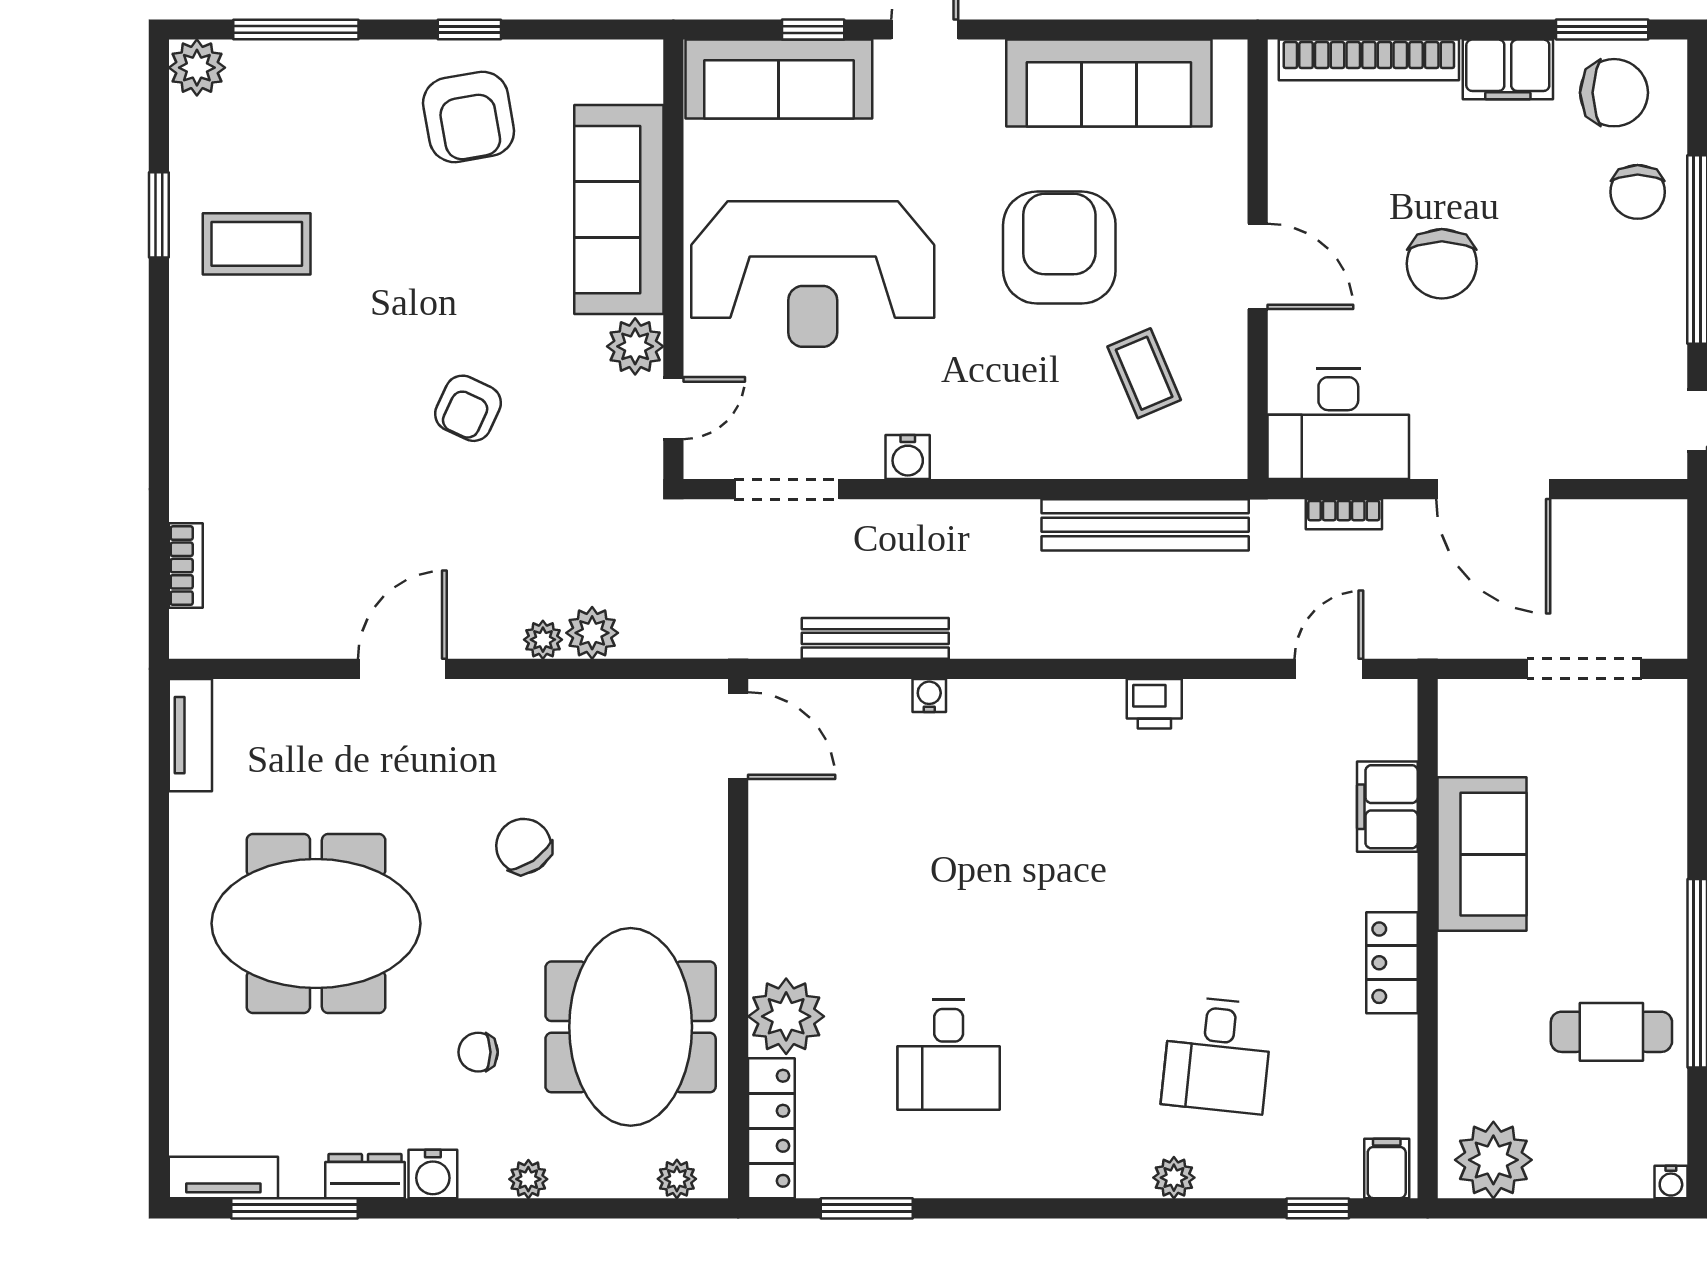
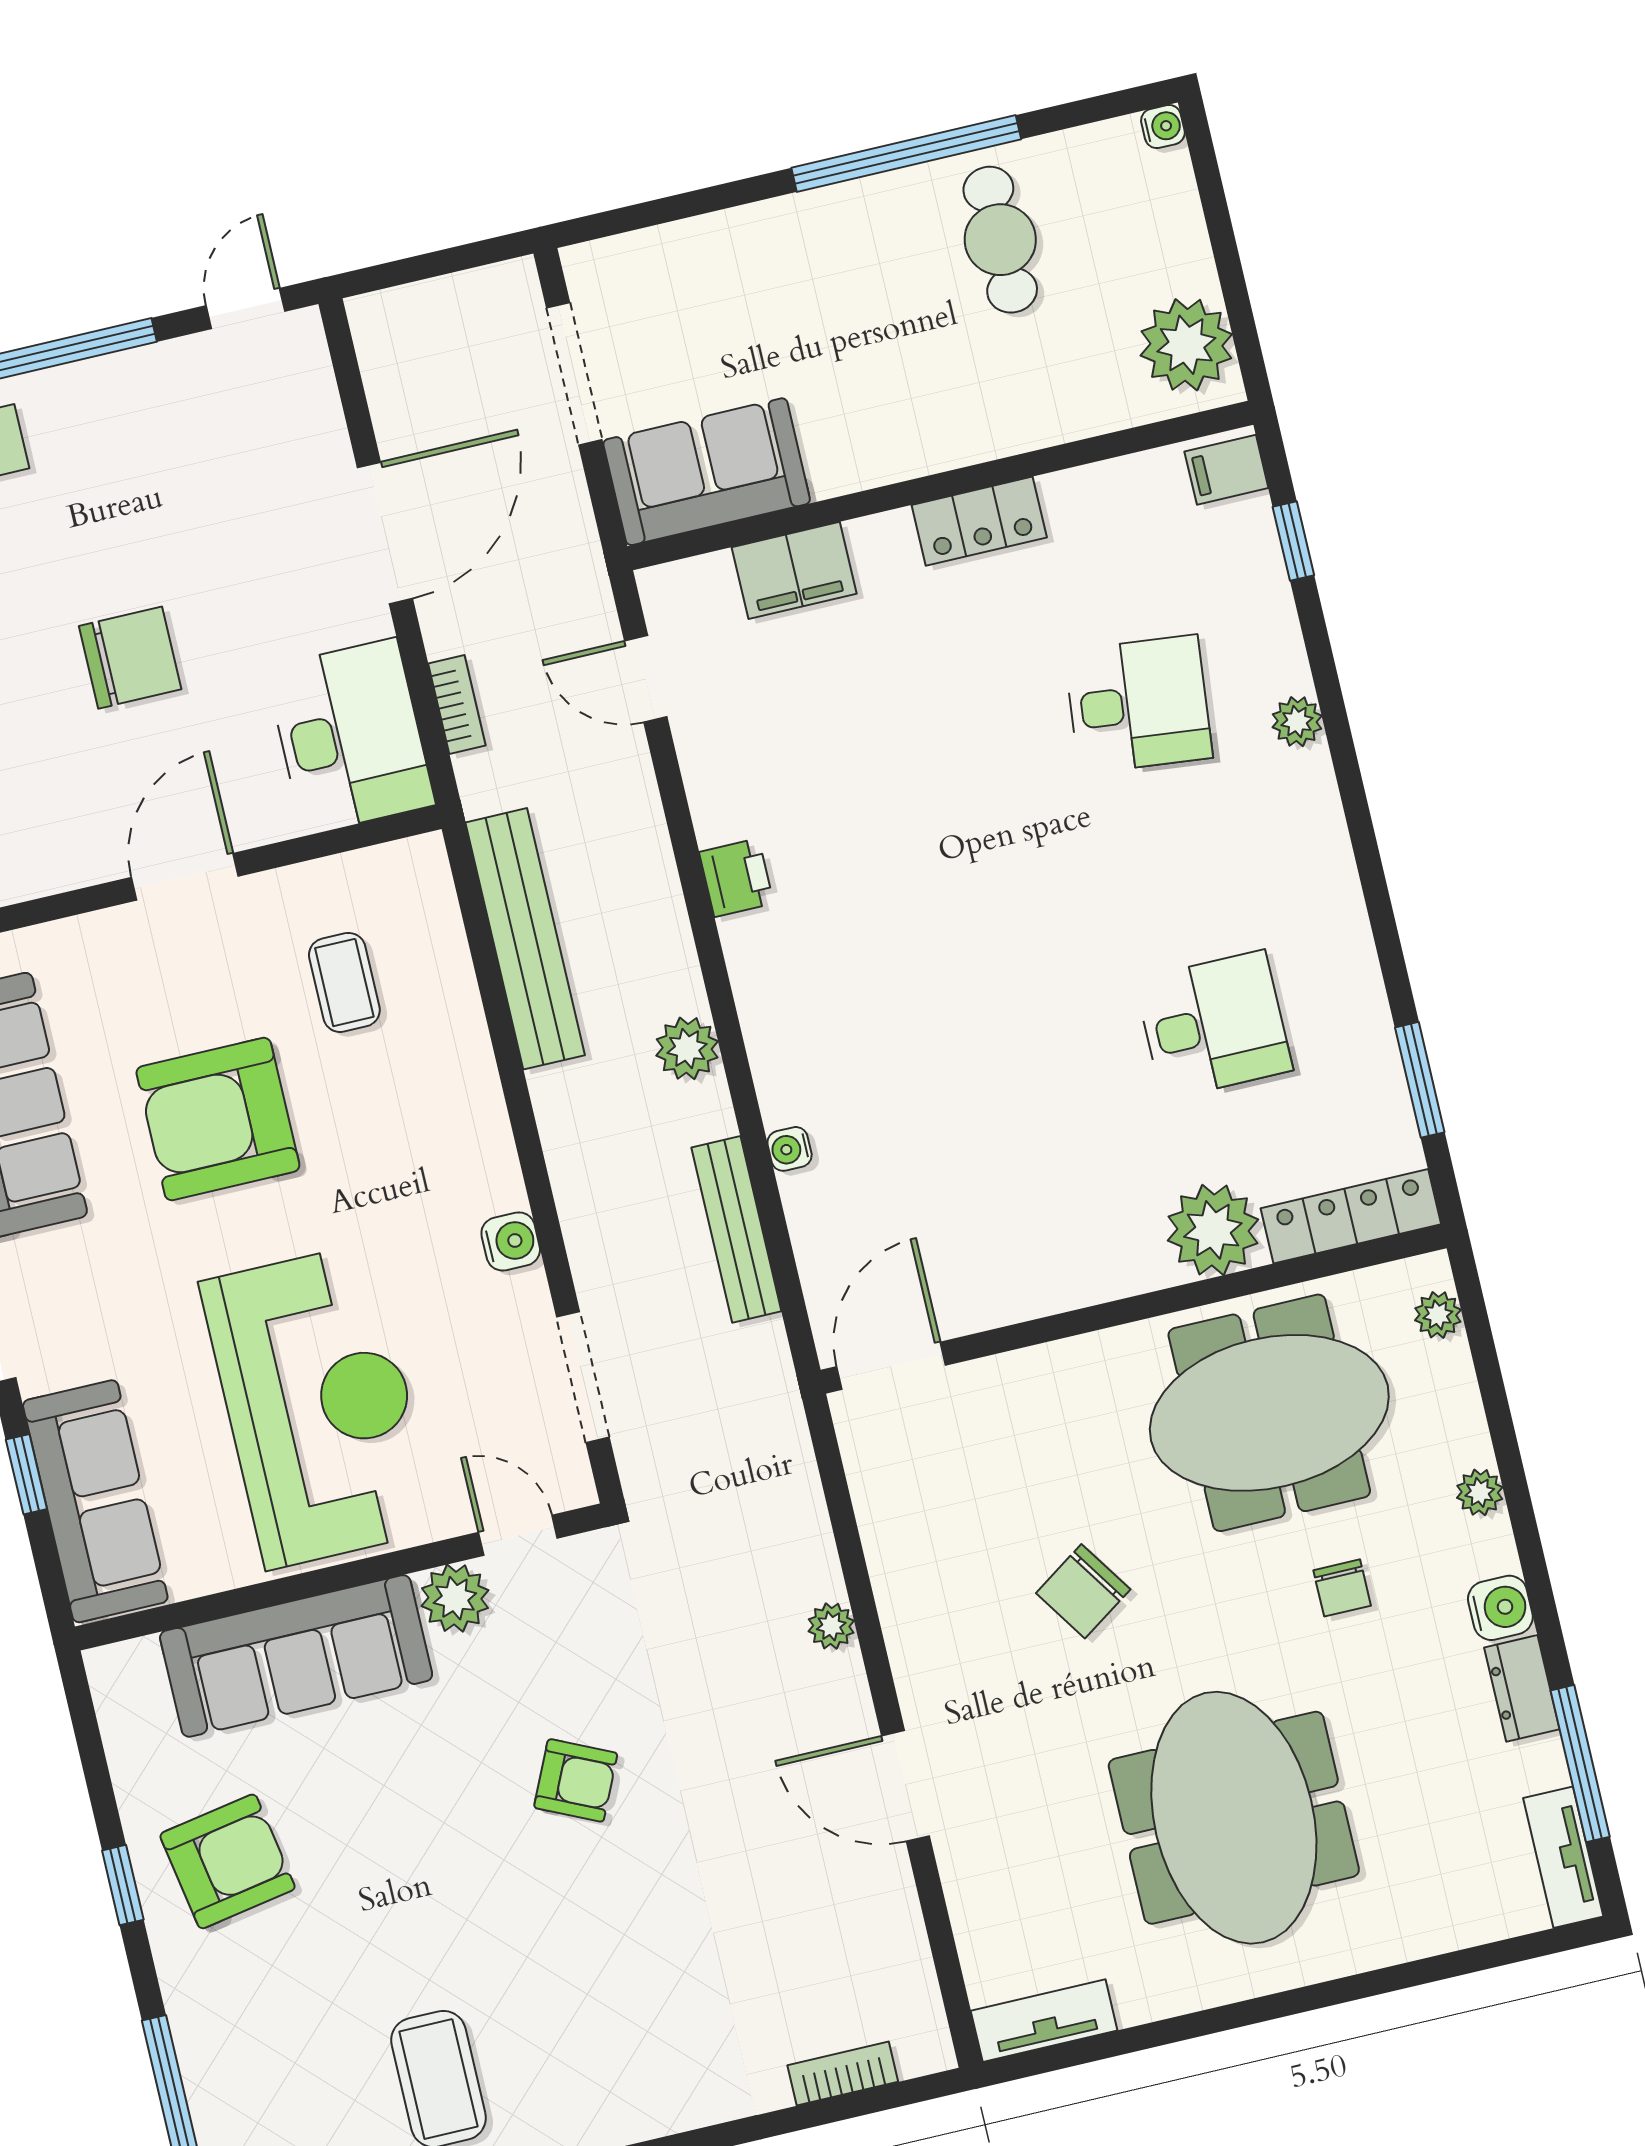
coffee table: (1144, 373) -> (344, 982), turned -67
plant: (592, 633) -> (687, 1048), moved
sofa: (1482, 854) -> (707, 472), moved

